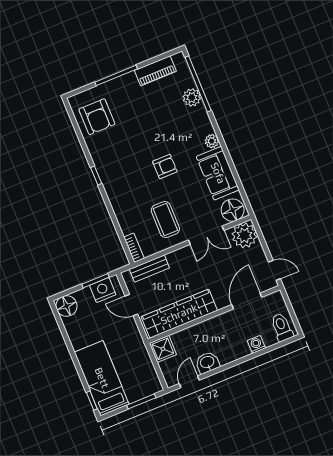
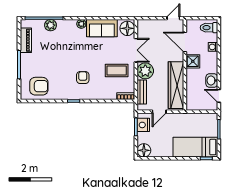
armchair: (165, 166) -> (83, 78), moved
plant: (244, 235) -> (145, 71), moved
shower: (163, 349) -> (193, 61), moved

